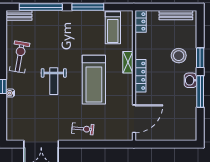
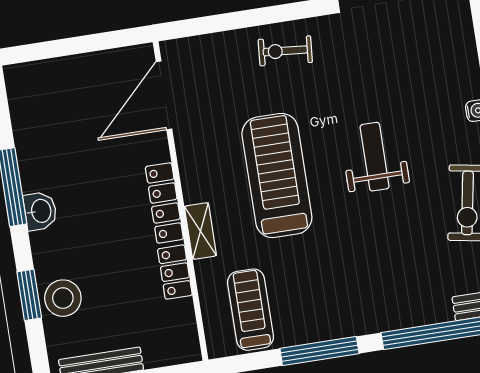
locker: (141, 21) -> (175, 272), moved
stool: (179, 56) -> (63, 298), moved
window: (200, 58) -> (29, 295), moved

